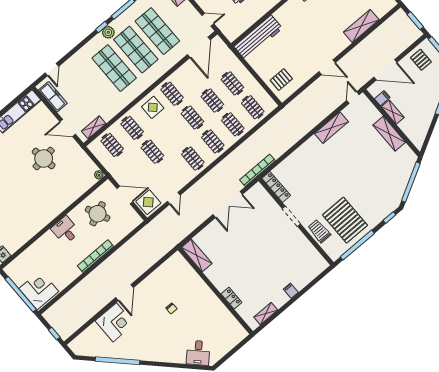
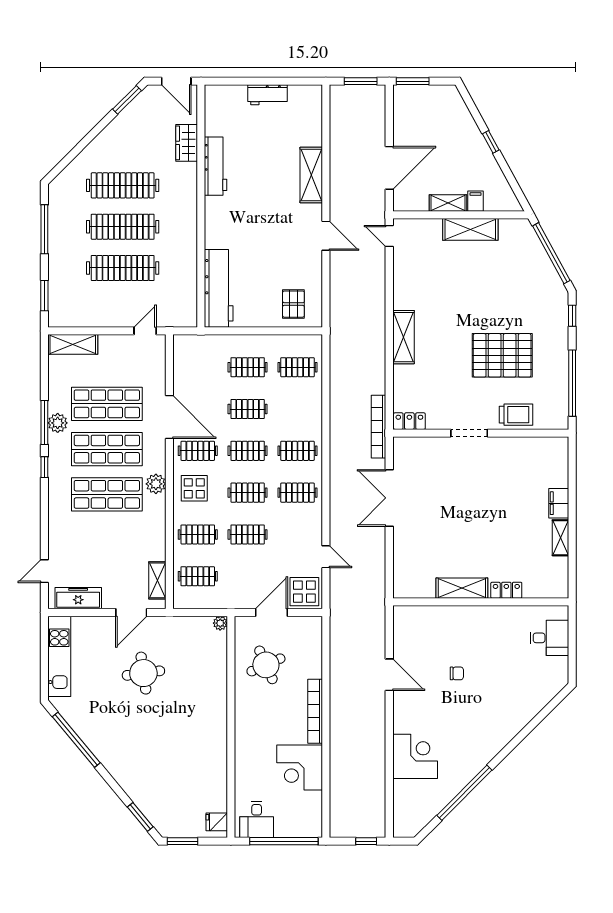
shelving: (361, 26) -> (311, 175), moved
plant: (108, 32) -> (58, 423), moved
door: (199, 47) -> (169, 417), moved
pallet: (421, 60) -> (414, 115), removed
door: (327, 67) -> (326, 236), hinge flipped
door: (52, 70) -> (44, 571), swing flipped
plant: (139, 87) -> (156, 484), added
filing cabinet: (382, 98) -> (476, 201), moved
clothes rail: (233, 124) -> (248, 493), moved
shelving: (331, 128) -> (403, 337), moved
locker: (276, 187) -> (409, 421), width x0.66
double door: (228, 204) -> (389, 498), swing flipped
pallet: (345, 220) -> (502, 355), moved
desk: (65, 230) -> (257, 820), moved, turned -90
trolley: (319, 231) -> (516, 415), turned 180
shelving: (197, 255) -> (462, 588), moved
corner desk: (39, 290) -> (300, 767), moved, turned -90
filing cabinet: (291, 291) -> (559, 503), width x2.00
door: (124, 293) -> (389, 675), moved
shelving: (266, 314) -> (560, 538), moved
desk: (198, 353) -> (549, 638), moved, turned -45

